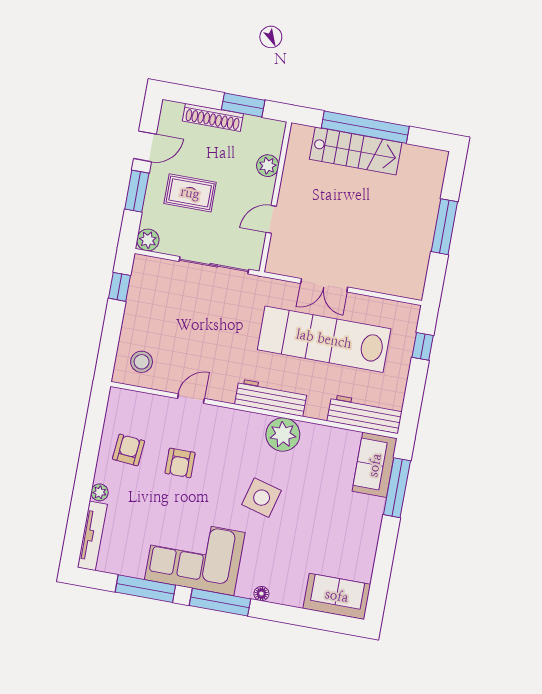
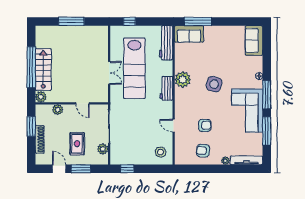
plant: (300, 136) -> (41, 97), added
plant: (148, 240) -> (103, 149), moved
workbench: (271, 398) -> (166, 88), width x0.73

